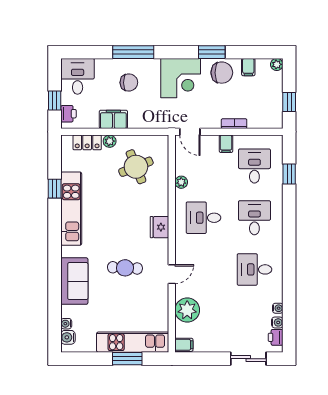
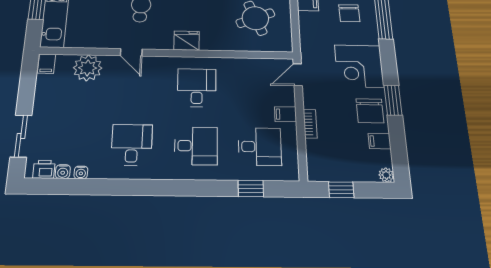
plant: (181, 182) -> (239, 64), removed

